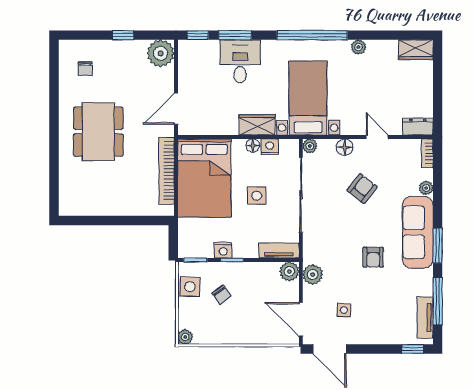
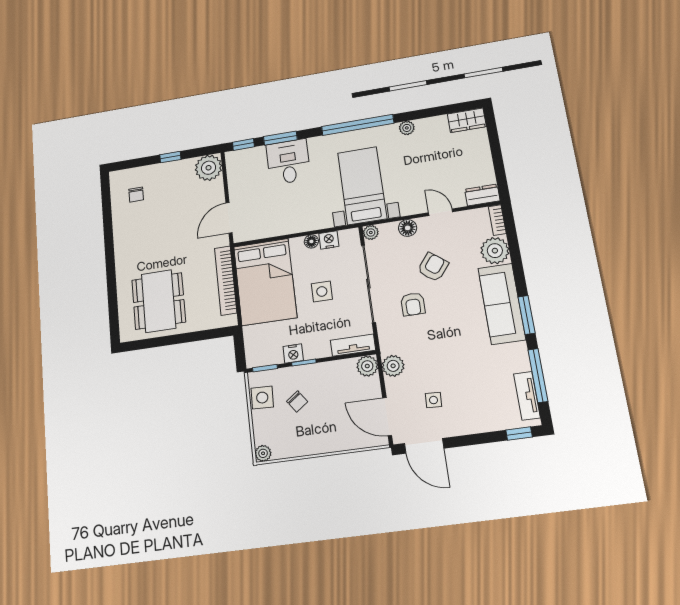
wardrobe: (257, 125) -> (313, 220), removed
dining table: (98, 132) -> (159, 301), moved
plant: (426, 188) -> (495, 251), width x1.88, depth x1.88
armchair: (373, 257) -> (413, 304), moved

